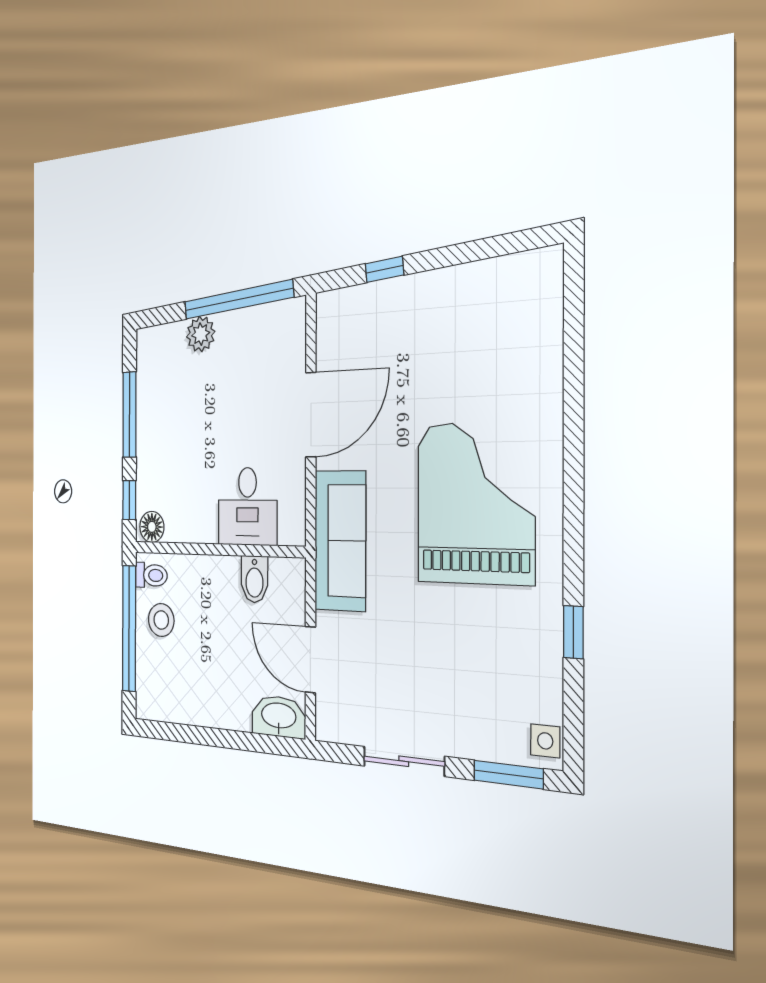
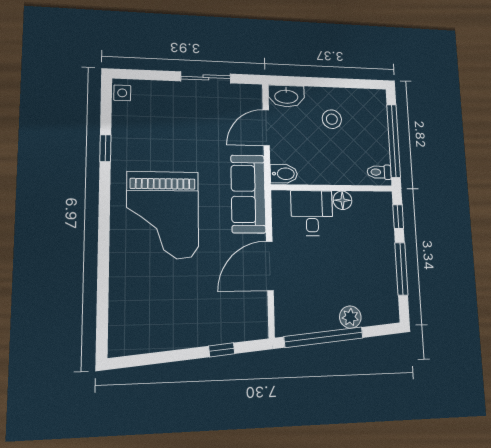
floor lamp: (152, 527) -> (342, 200), moved
bidet: (254, 579) -> (284, 174), moved, turned 90
stool: (161, 620) -> (332, 119), moved
door: (310, 660) -> (266, 128), swing flipped
window: (508, 775) -> (144, 75), removed

